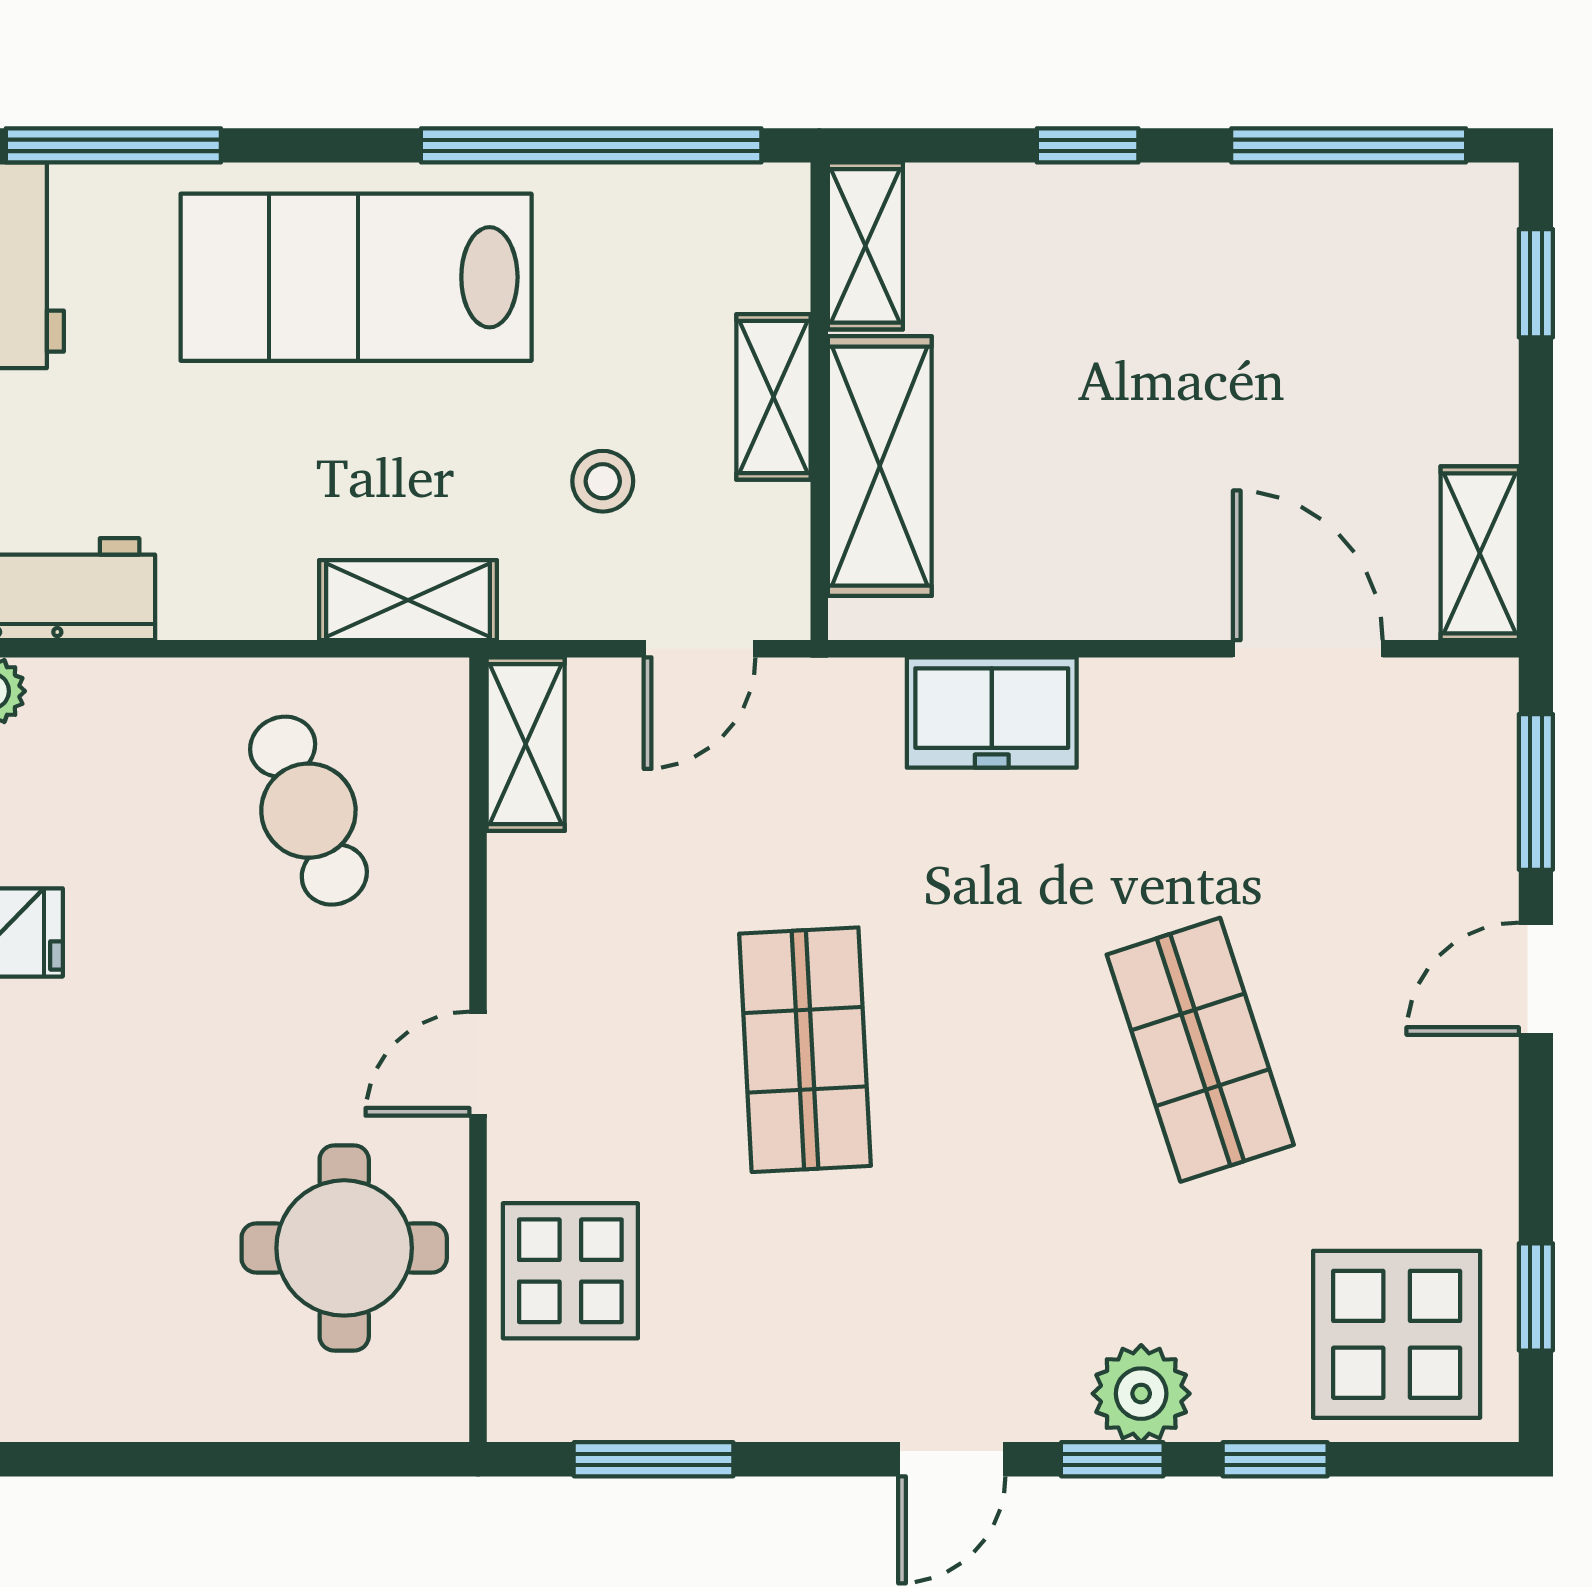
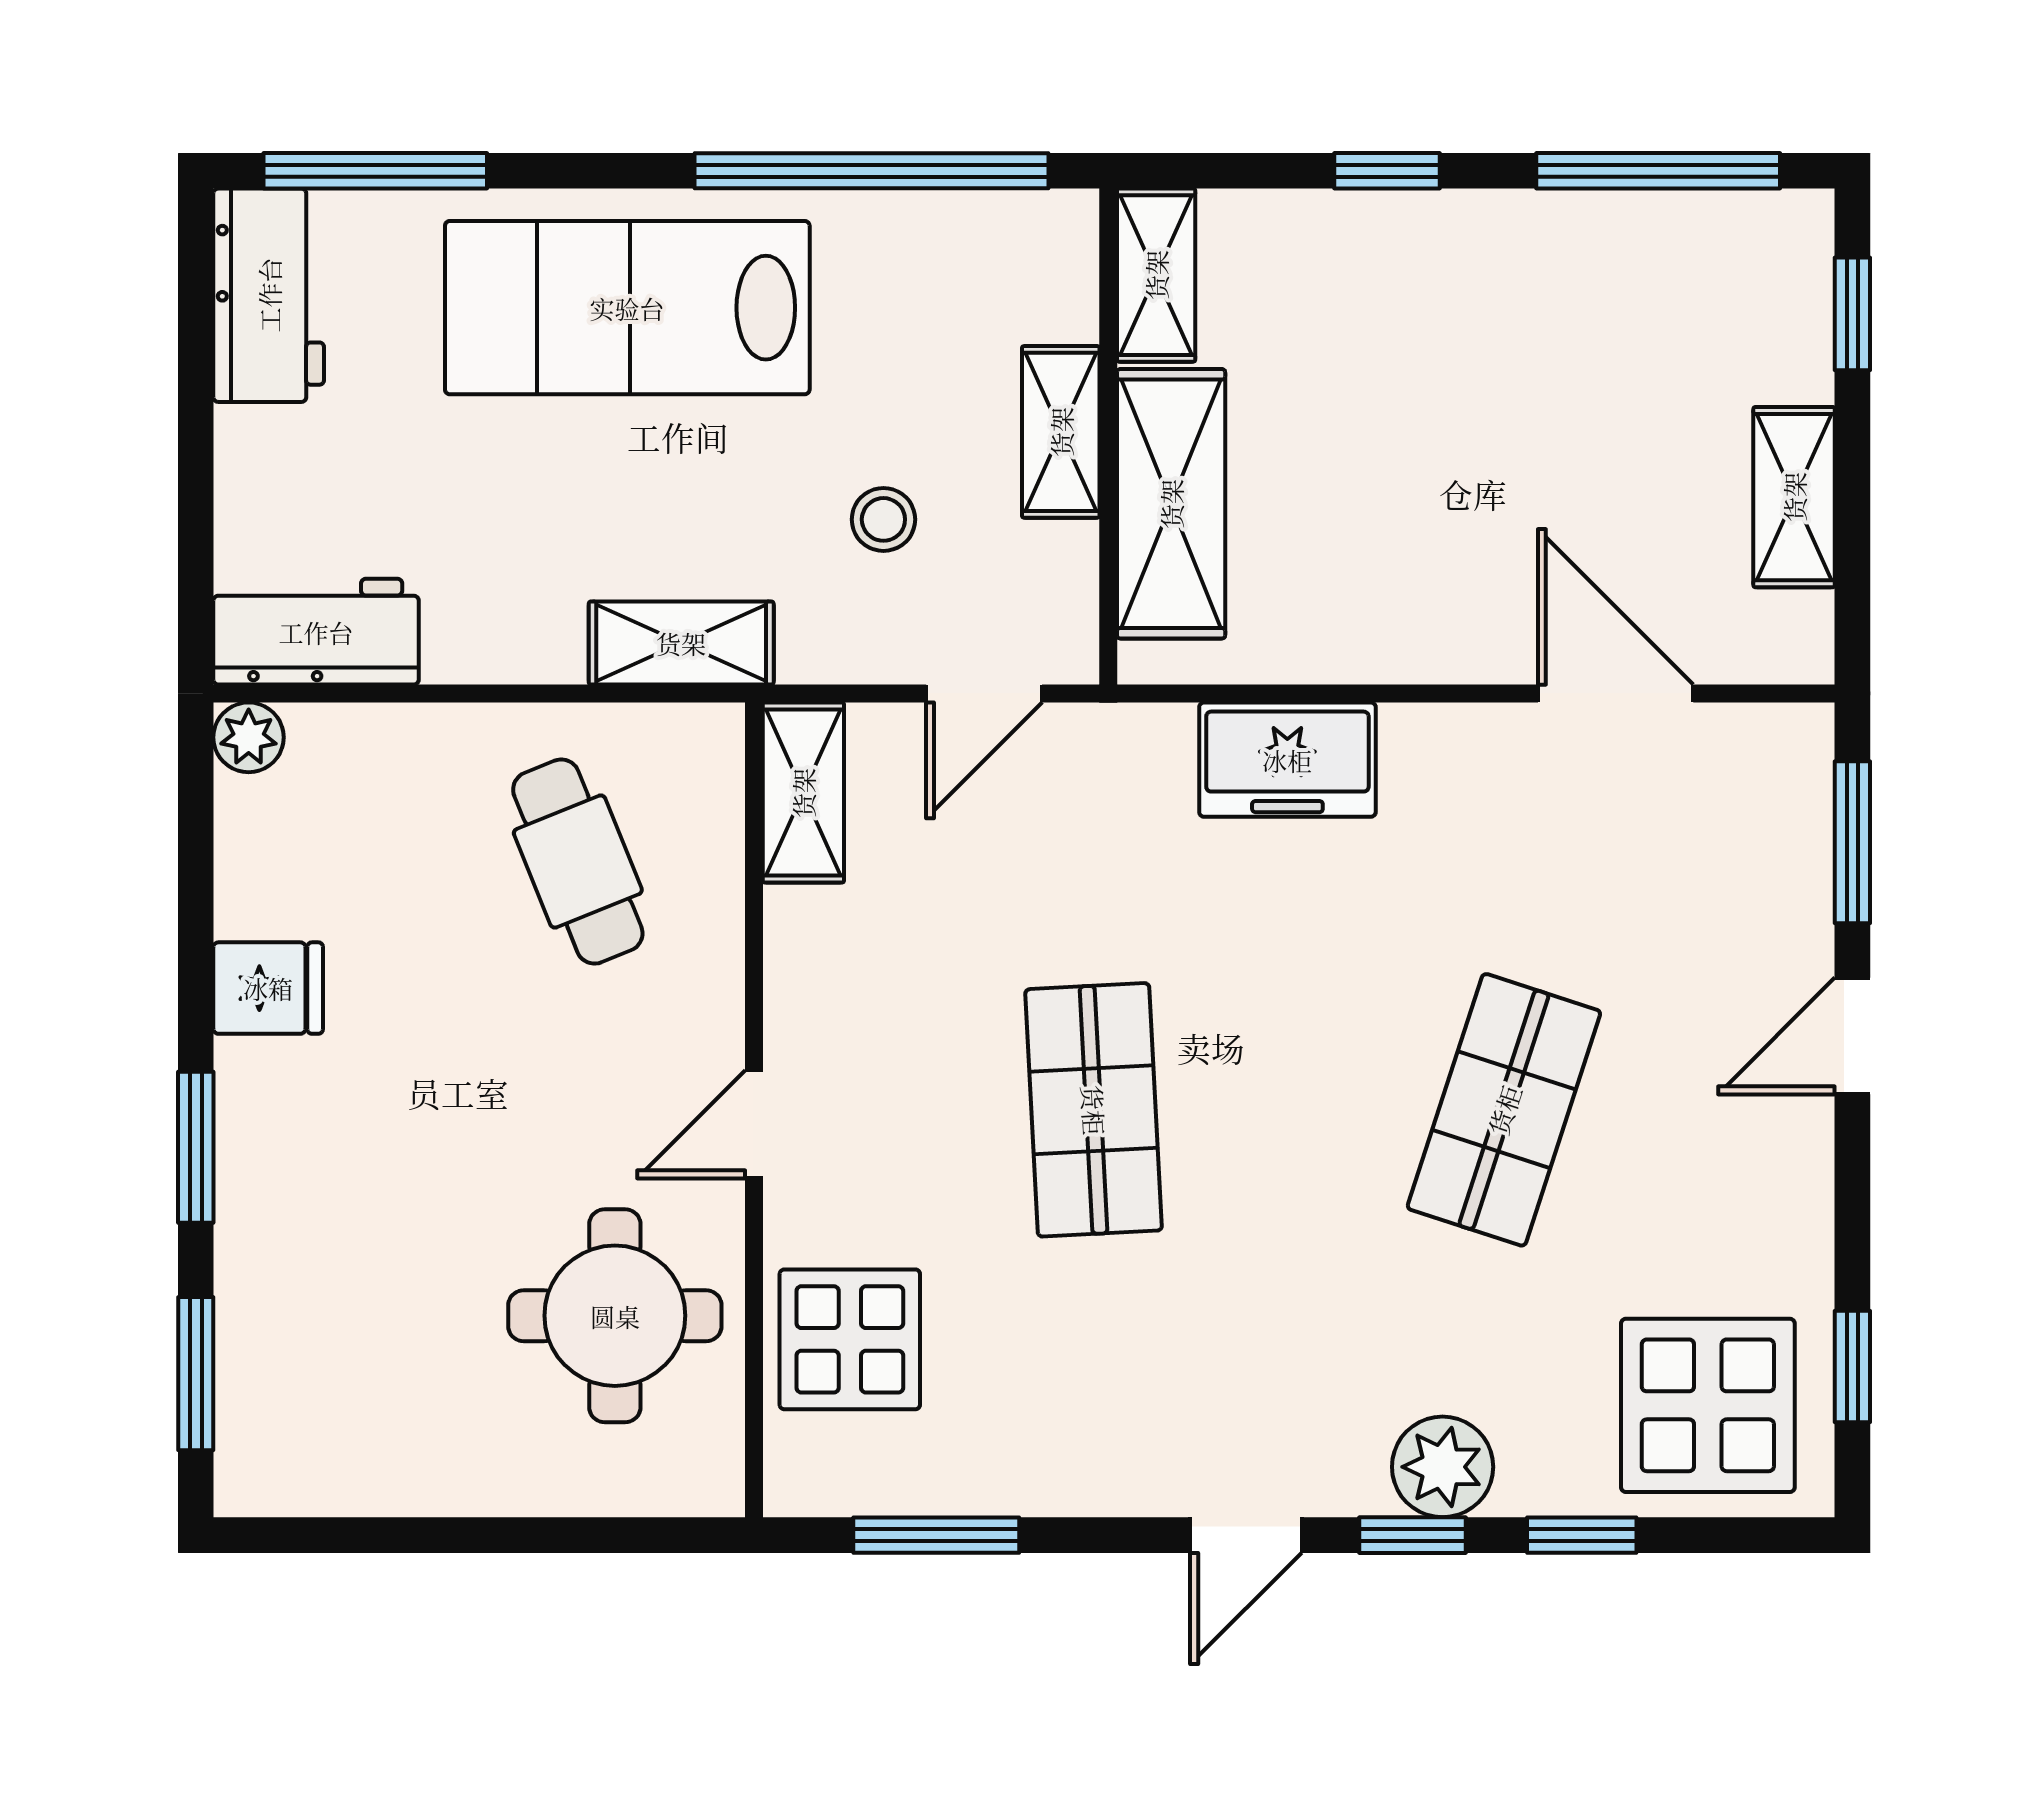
shelving: (1480, 553) -> (1794, 497), moved
shop shelf: (1200, 1050) -> (1504, 1110), turned 36

